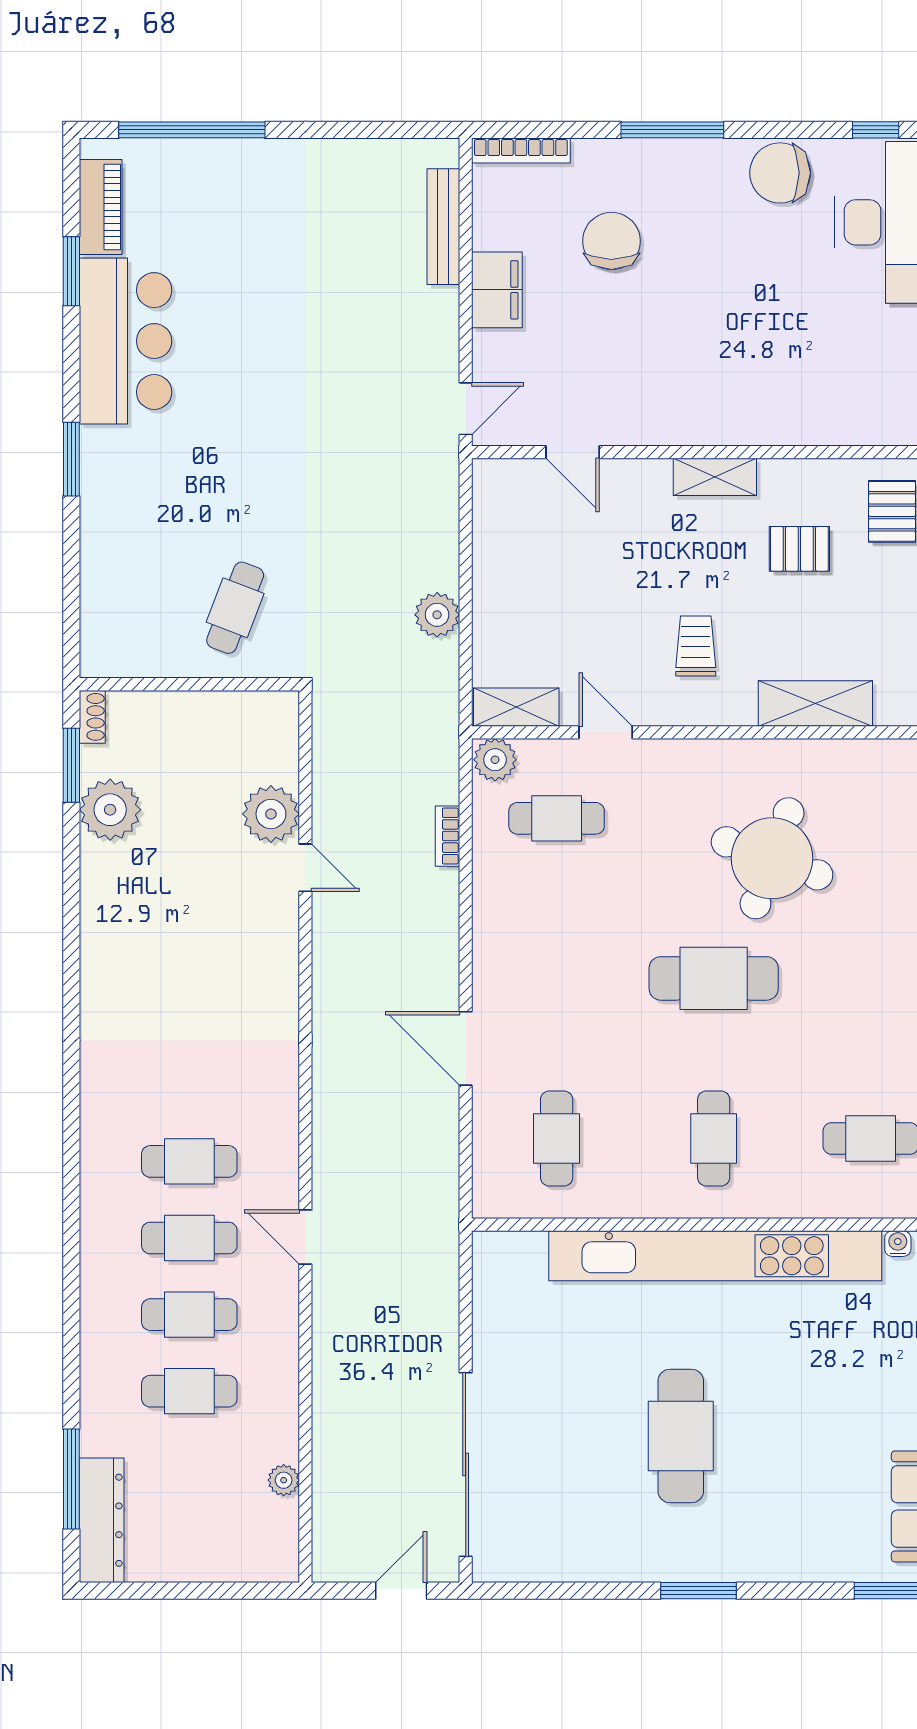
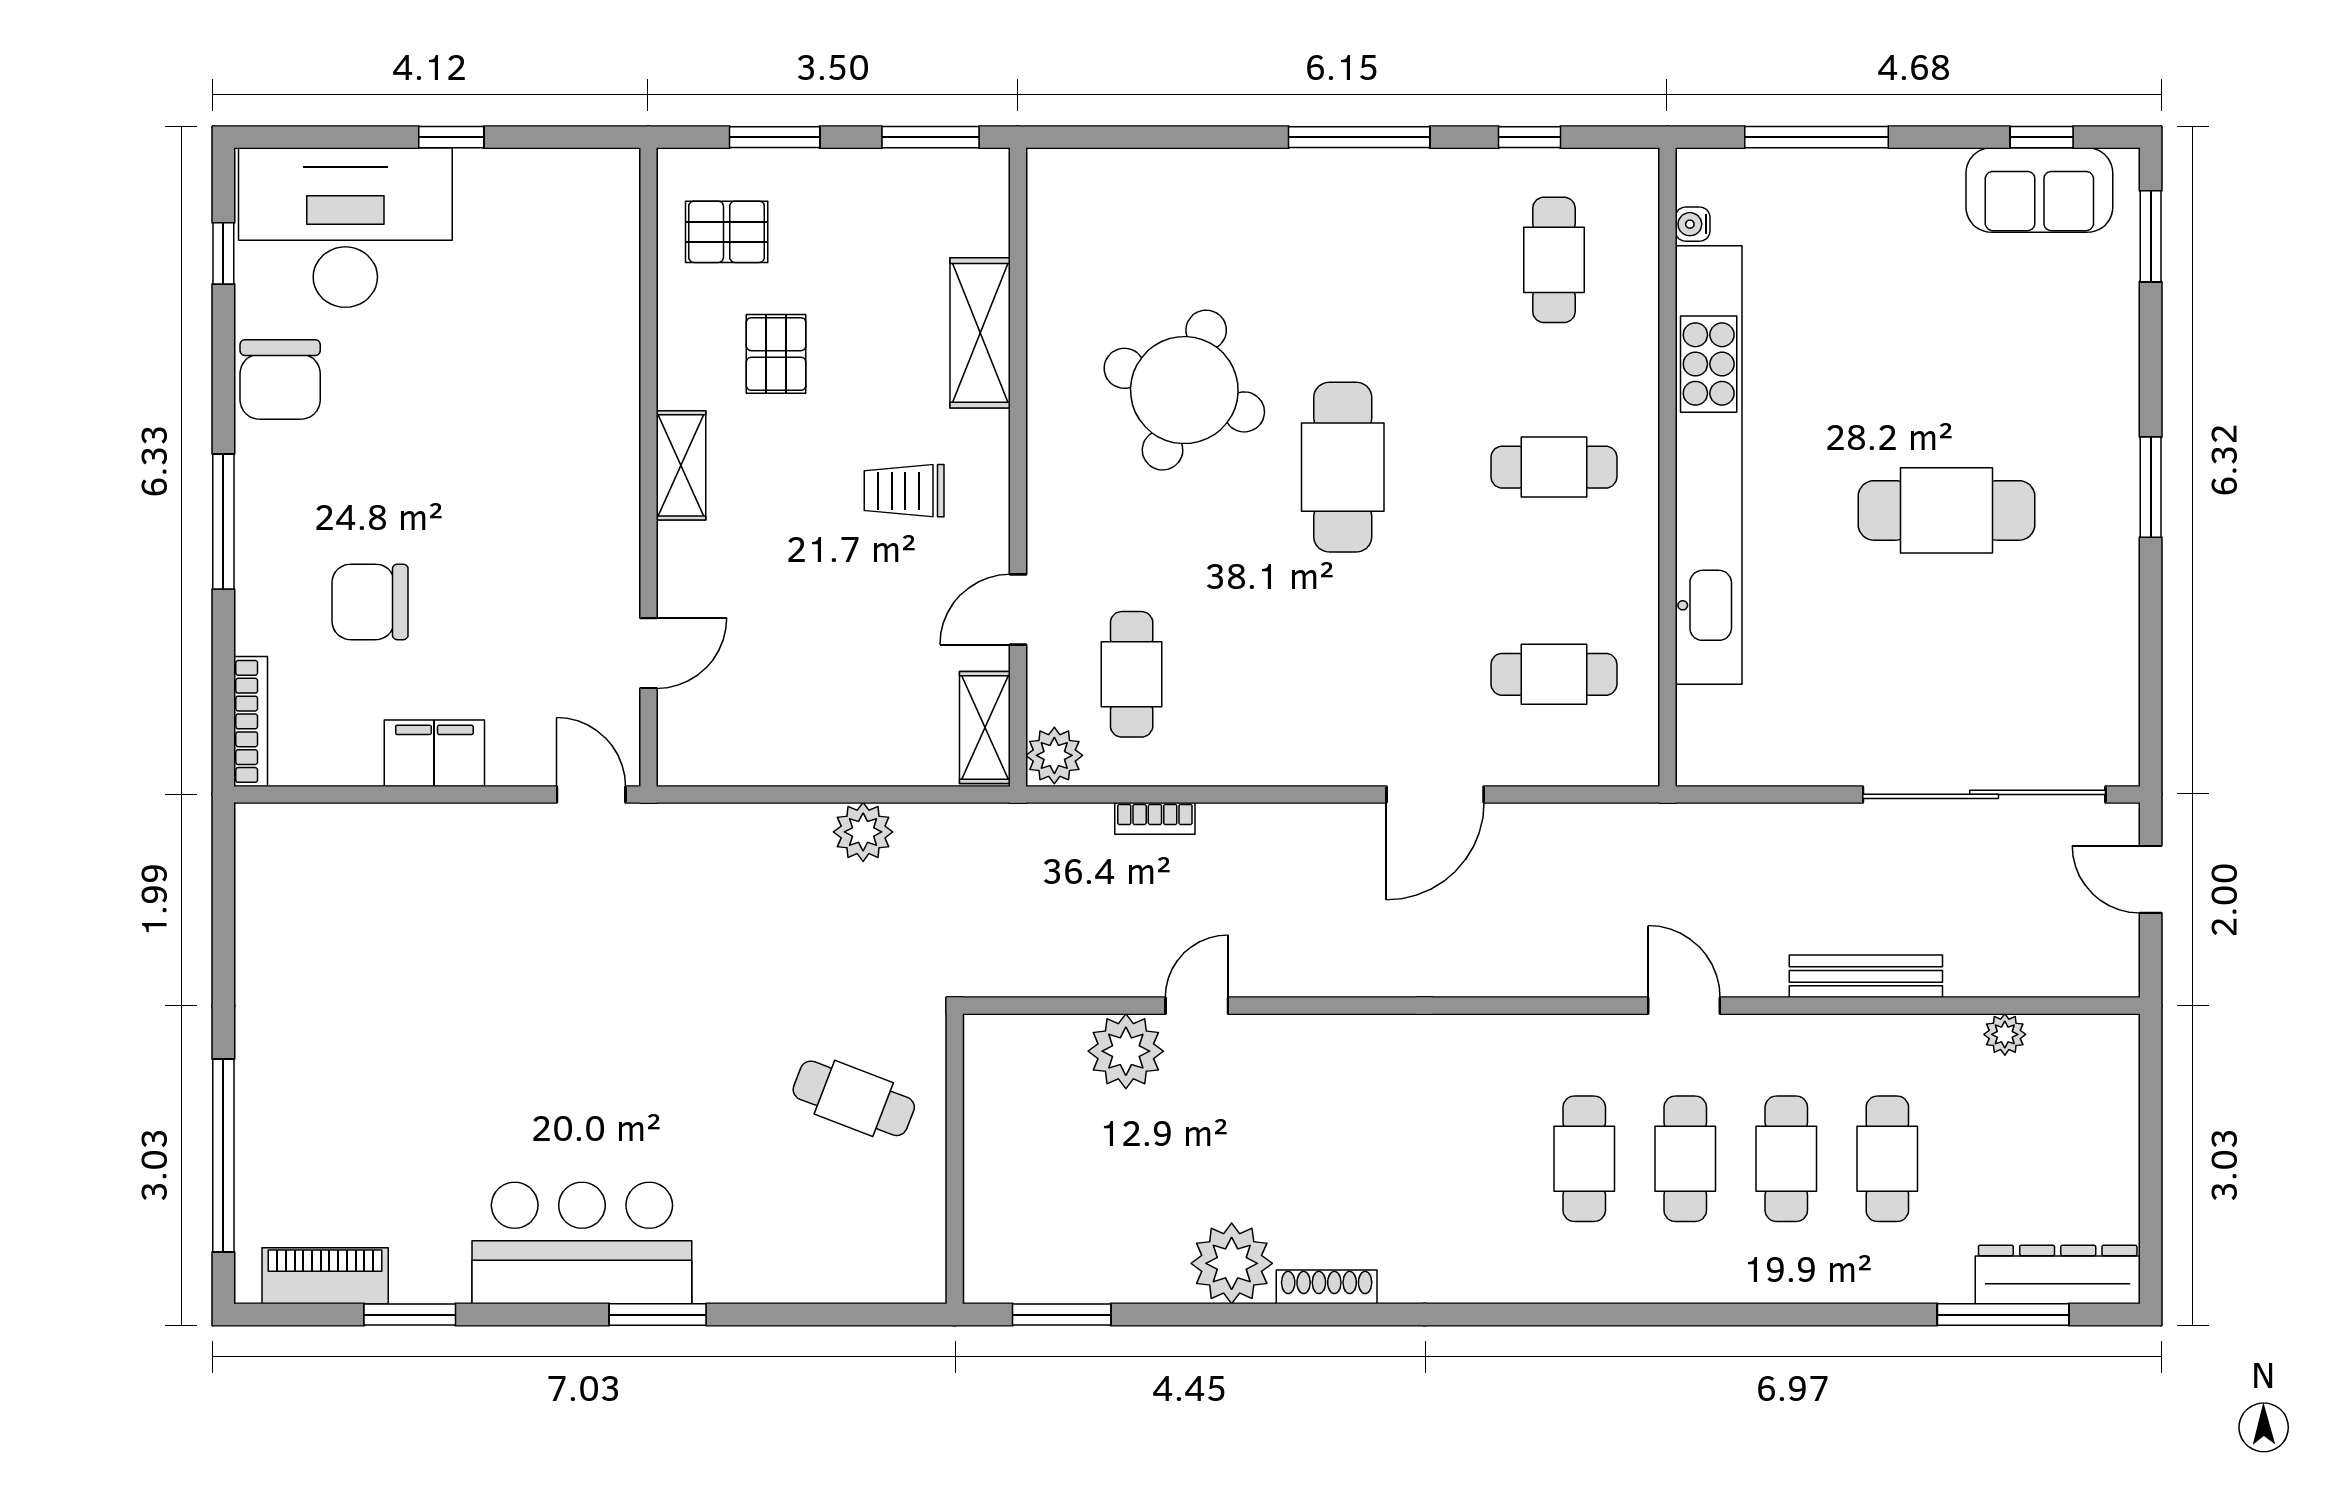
bench: (443, 227) -> (1866, 976), moved
bar counter: (125, 341) -> (582, 1243), moved
shoe rack: (92, 717) -> (1327, 1287), moved, width x1.43
plant: (110, 810) -> (1232, 1263), moved
door: (305, 1237) -> (1684, 1006), swing flipped

